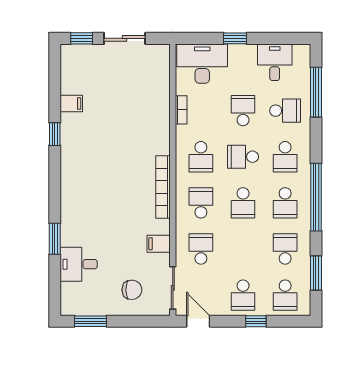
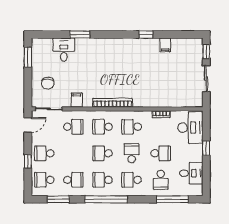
school desk: (201, 203) -> (102, 127), turned 180

